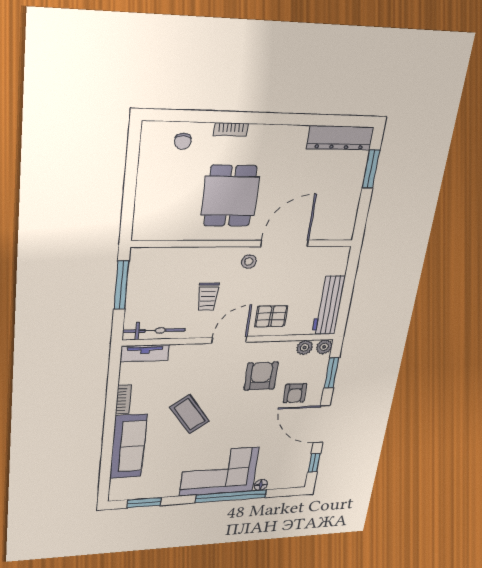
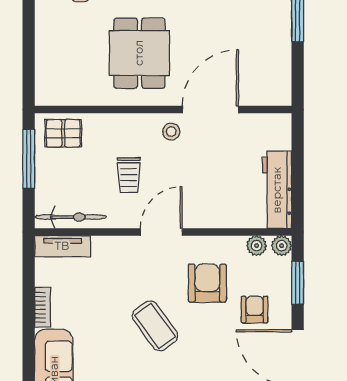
pallet: (271, 316) -> (63, 133), moved
armchair: (295, 393) -> (255, 310), turned 180
coffee table: (190, 414) -> (155, 326), moved

